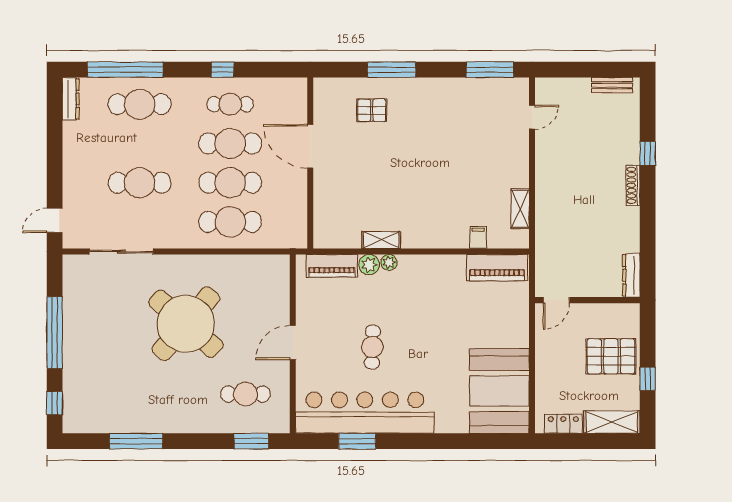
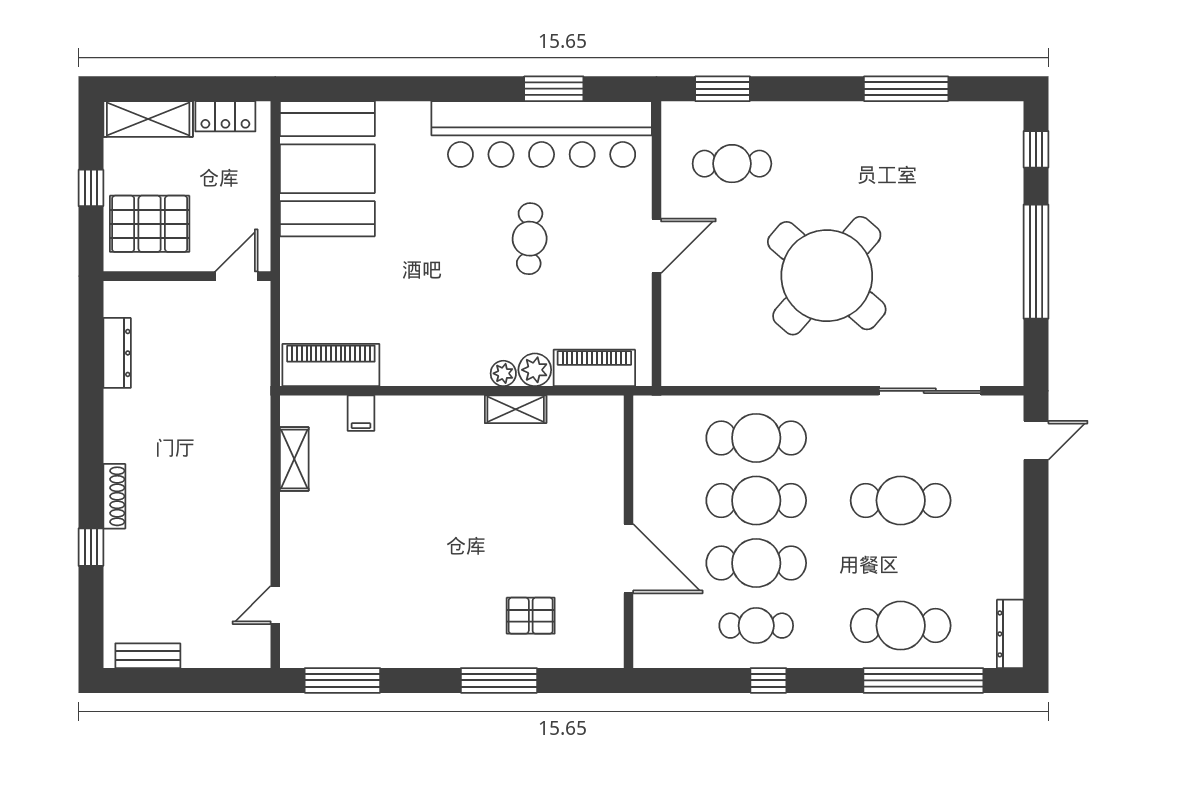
door: (556, 300) -> (237, 276), moved
wall: (587, 300) -> (187, 276), moved

